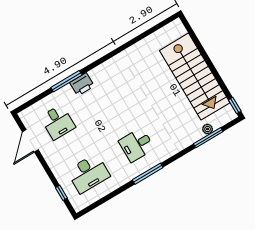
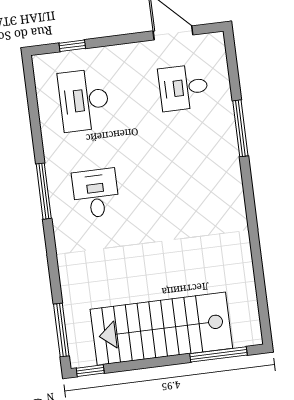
window: (195, 39) -> (218, 354), added
printer: (82, 84) -> (225, 150), removed
plant: (208, 129) -> (72, 313), removed
window: (208, 138) -> (61, 330), moved

